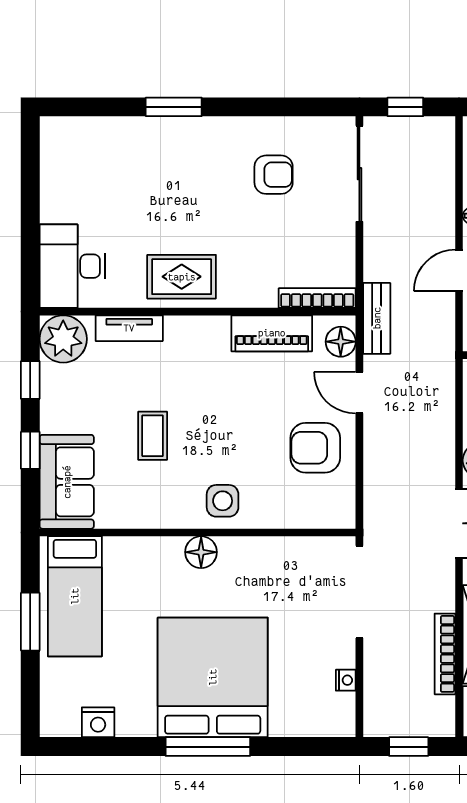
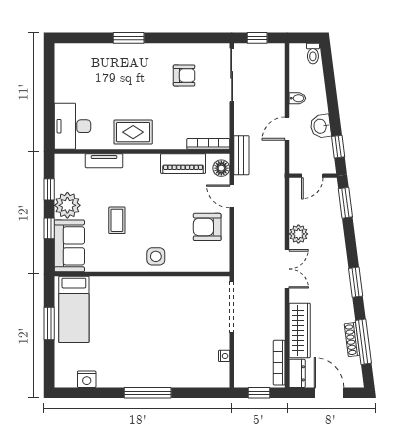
plant: (63, 339) -> (67, 205), moved
floor lamp: (201, 552) -> (144, 285), removed
bookcase: (445, 654) -> (279, 363), moved
bed: (213, 677) -> (150, 354), removed

